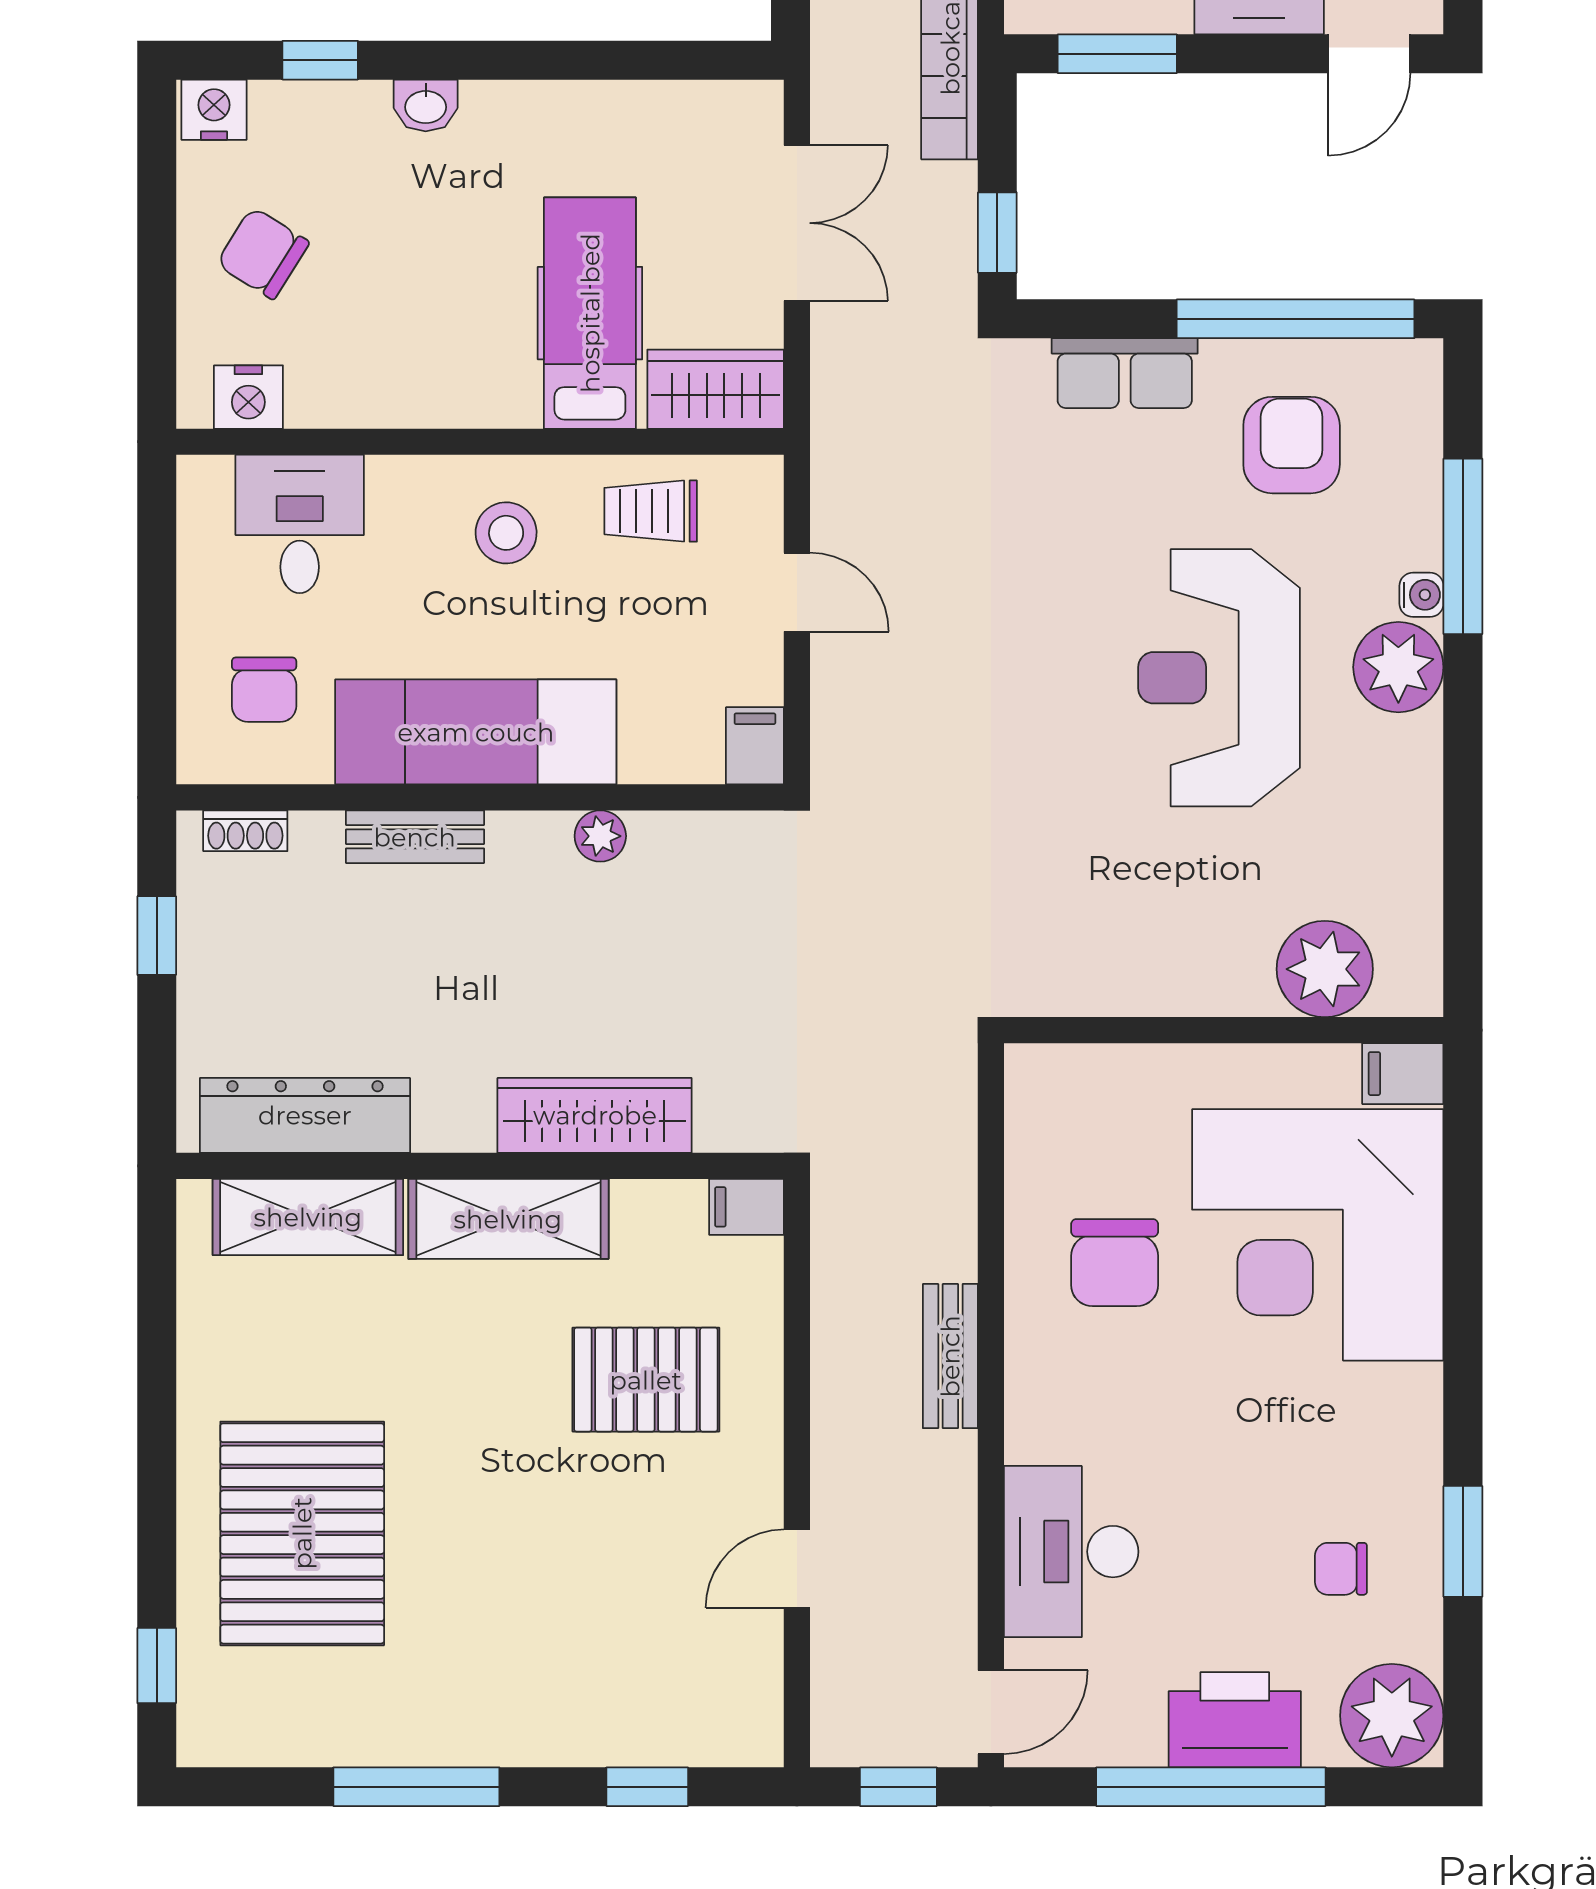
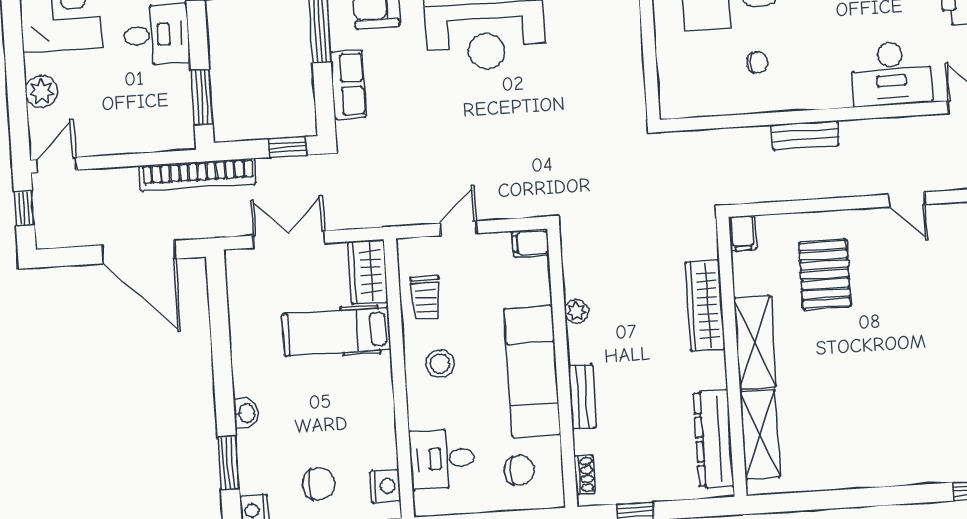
window: (320, 60) -> (228, 463), width x1.50
chair: (263, 253) -> (319, 484), turned -122
chair: (1115, 1263) -> (757, 63), width x0.54, depth x0.54
pallet: (302, 1533) -> (906, 428), removed

